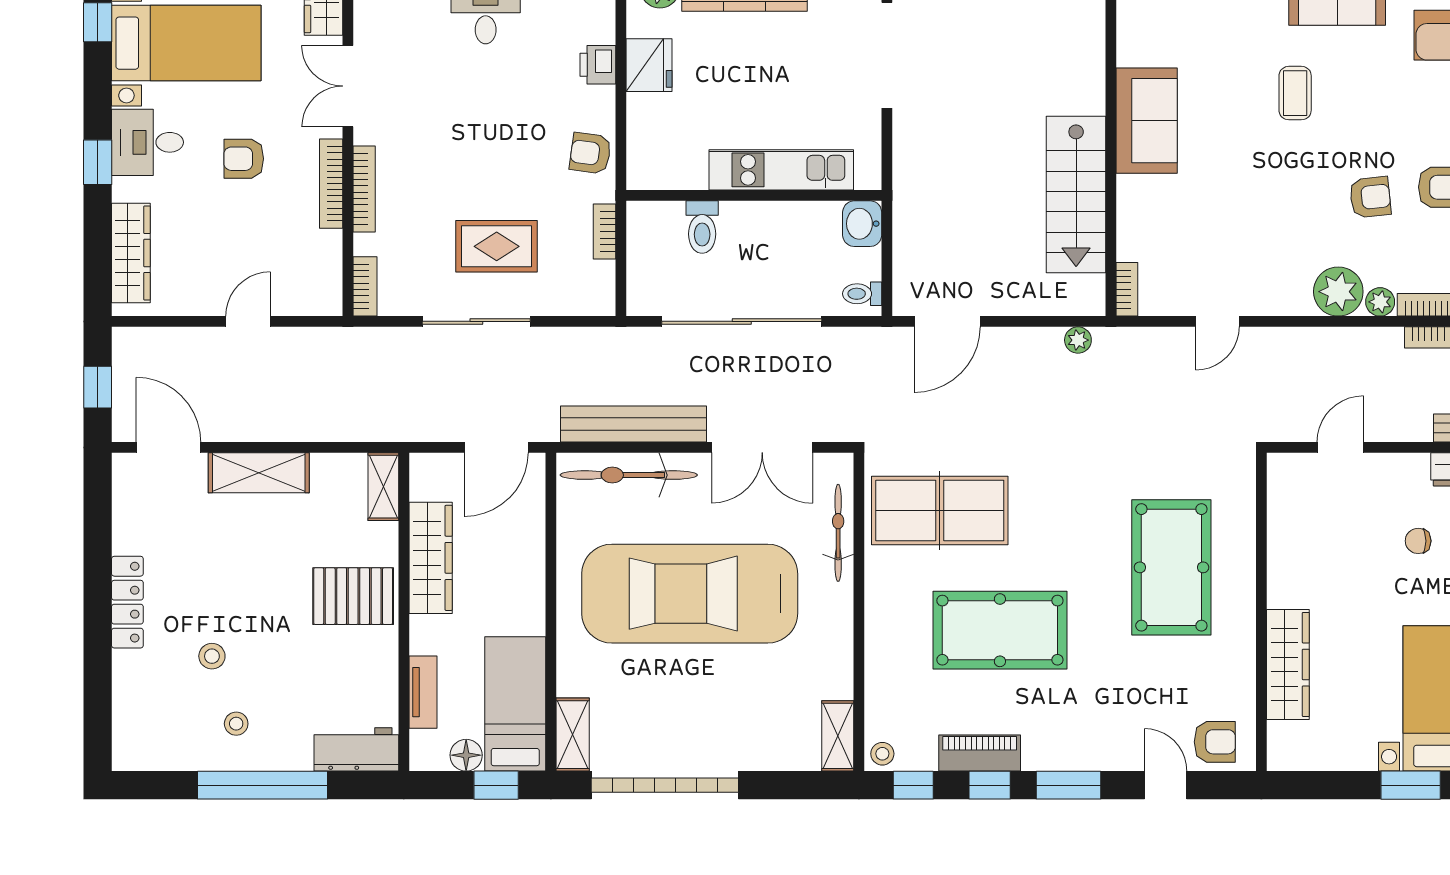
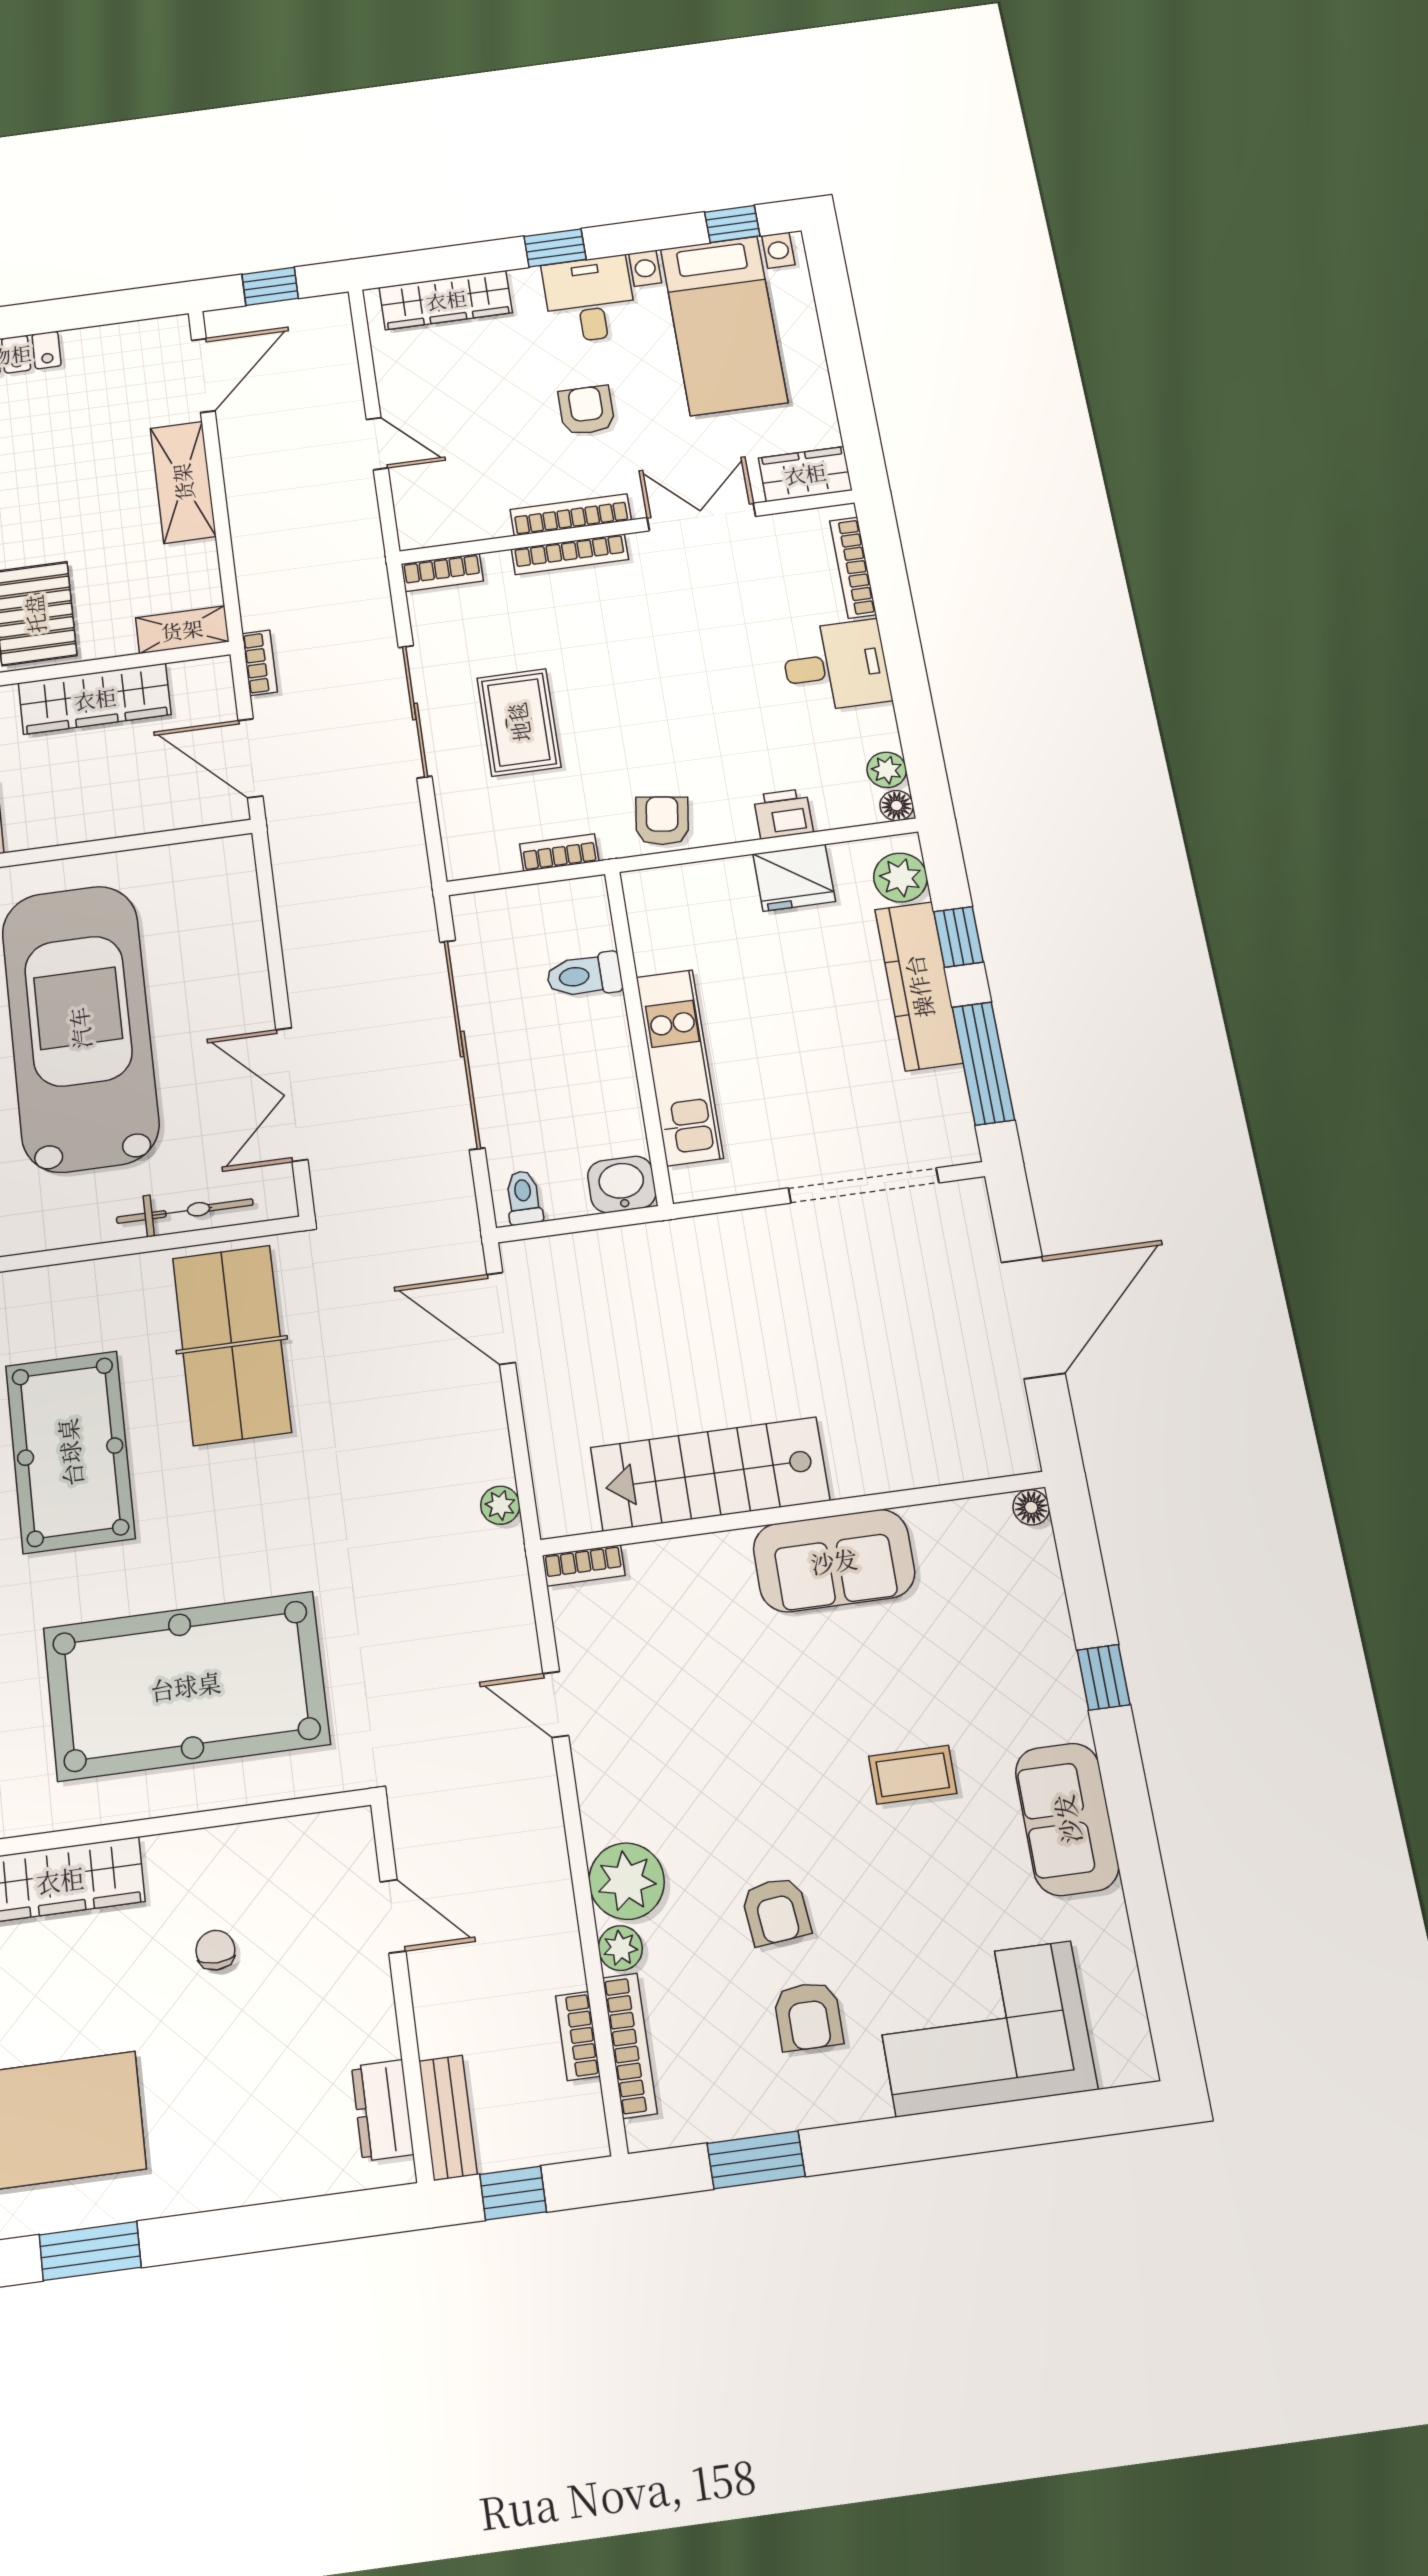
bench: (633, 424) -> (303, 924), removed
bookcase: (419, 432) -> (260, 663), added
bicycle: (629, 475) -> (233, 928), removed
chair: (1418, 541) -> (215, 1950), moved
pool table: (1171, 567) -> (186, 1686), width x1.36, depth x1.32

